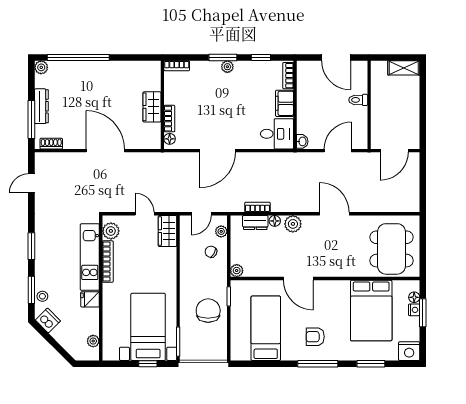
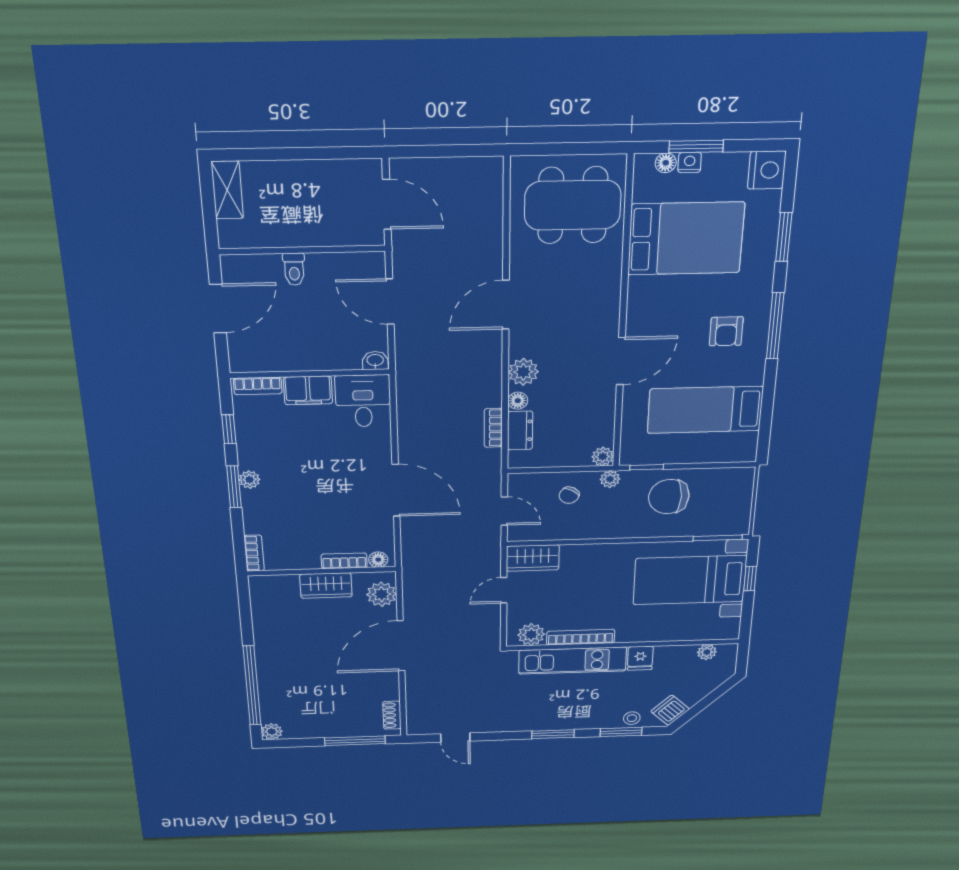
dresser: (41, 106) -> (333, 729), removed
plant: (144, 140) -> (382, 594), added
plant: (221, 231) -> (610, 479), moved

